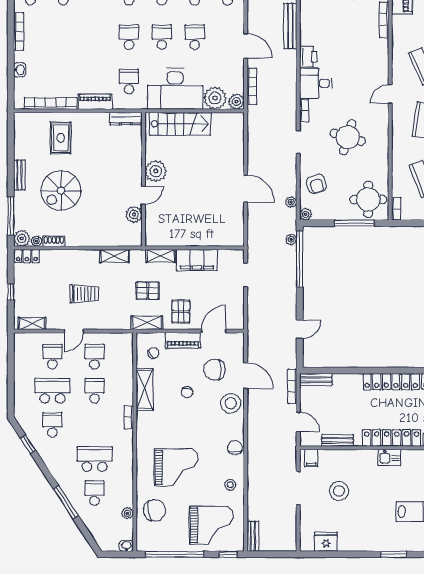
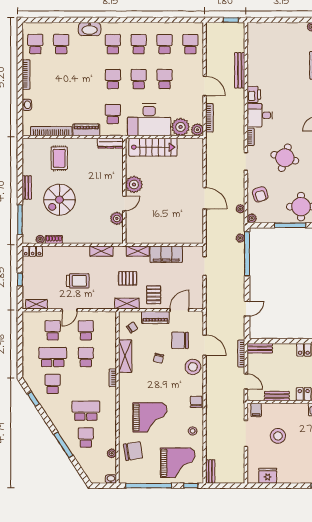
plant: (22, 238) -> (29, 237), removed

